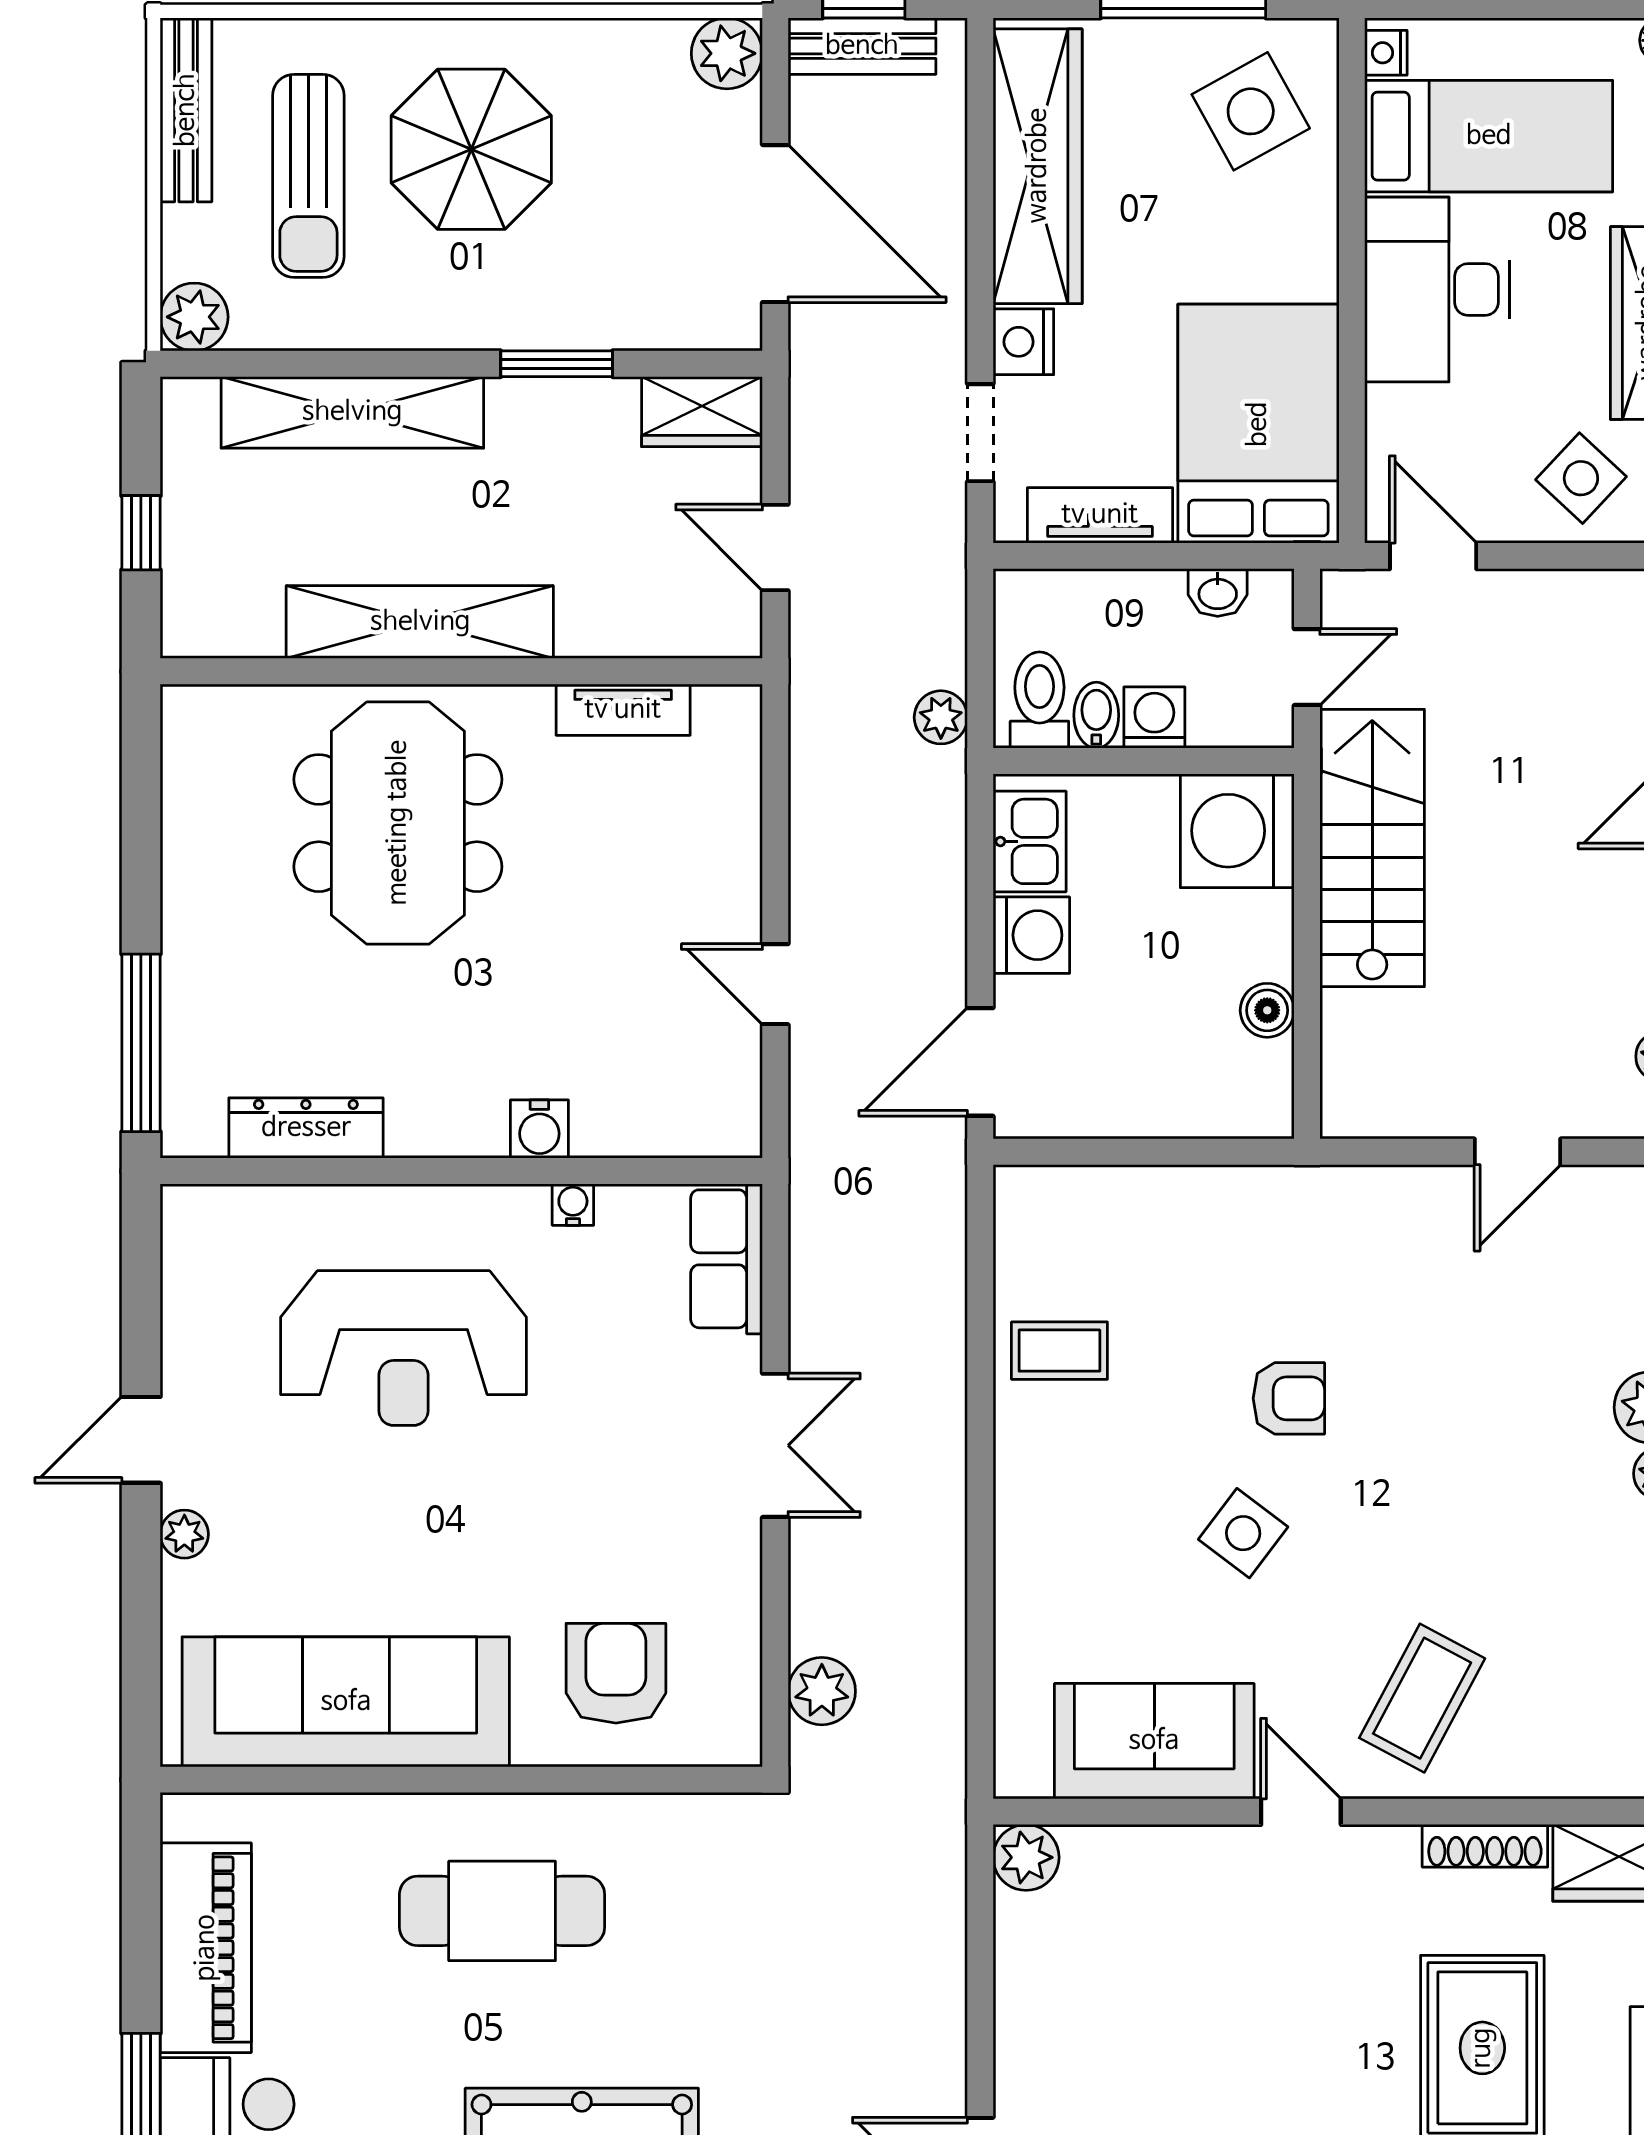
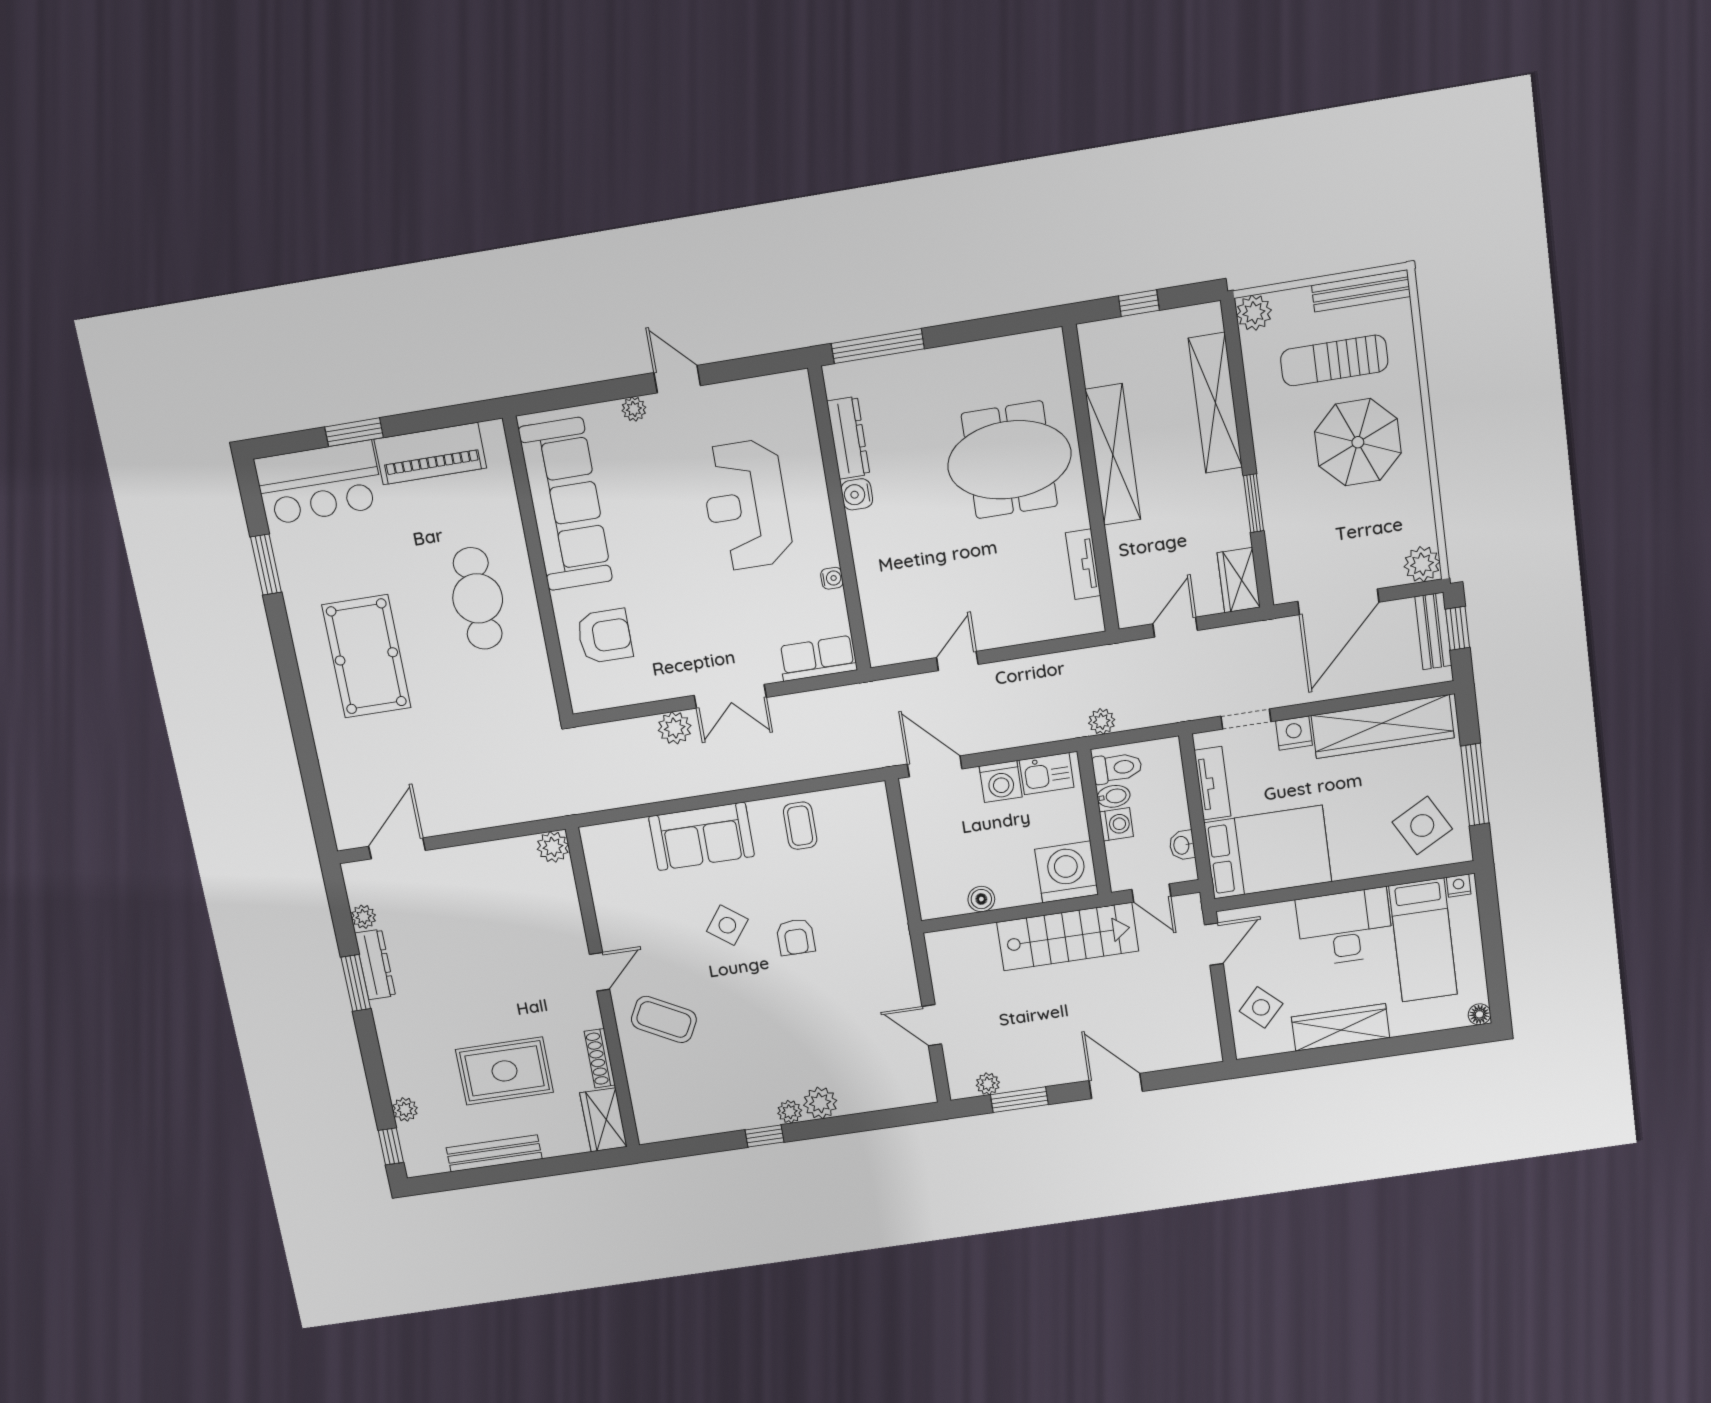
water cooler: (539, 1129) -> (857, 494), moved
plant: (822, 1691) -> (675, 728), moved
sofa: (1154, 1741) -> (702, 836), moved, turned 90

